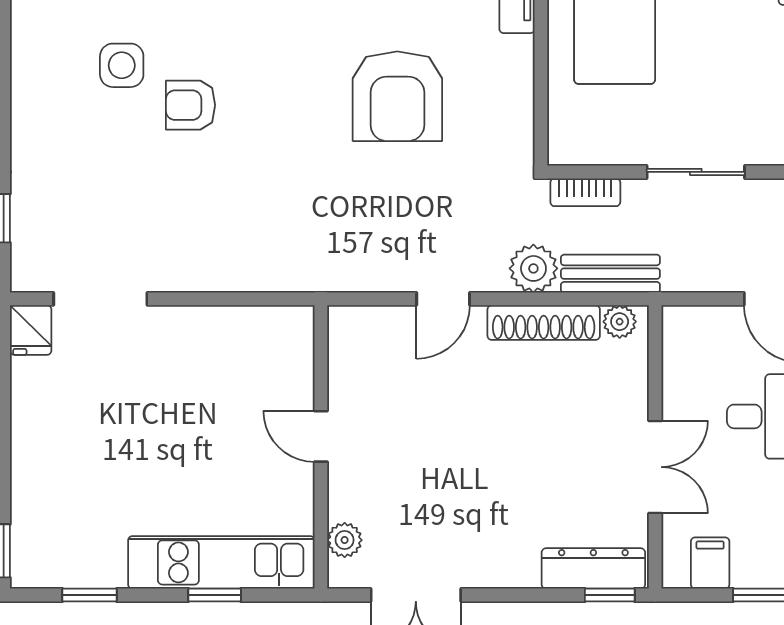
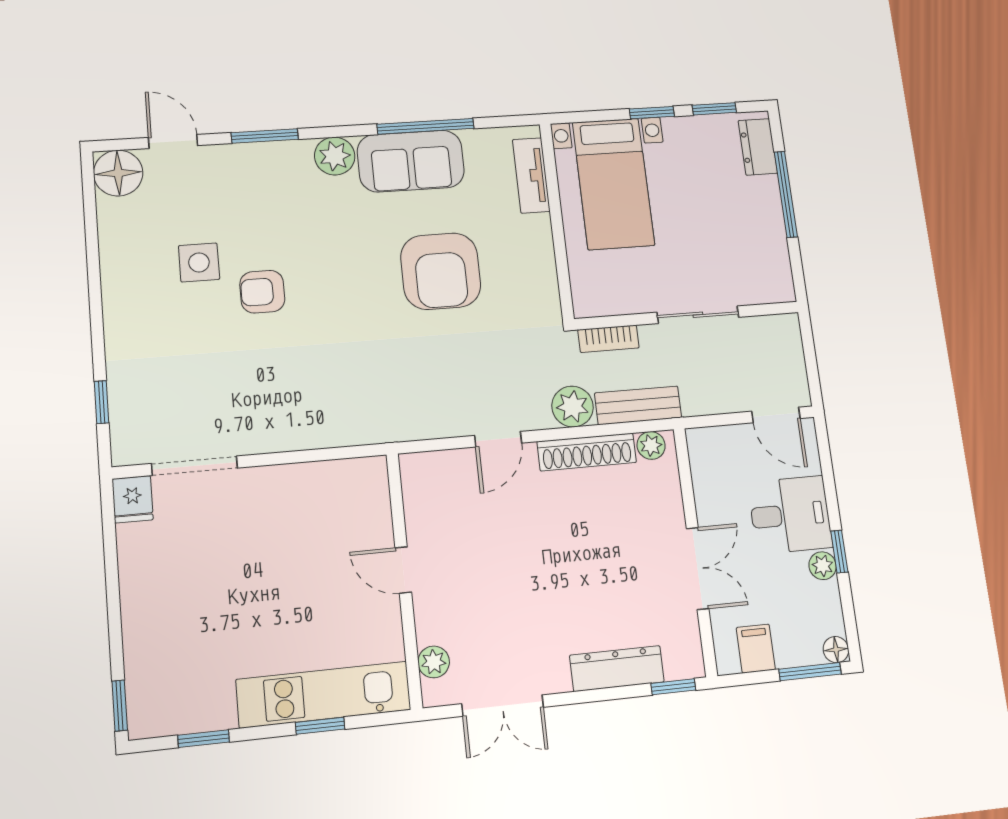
dresser: (593, 568) -> (617, 669), moved

